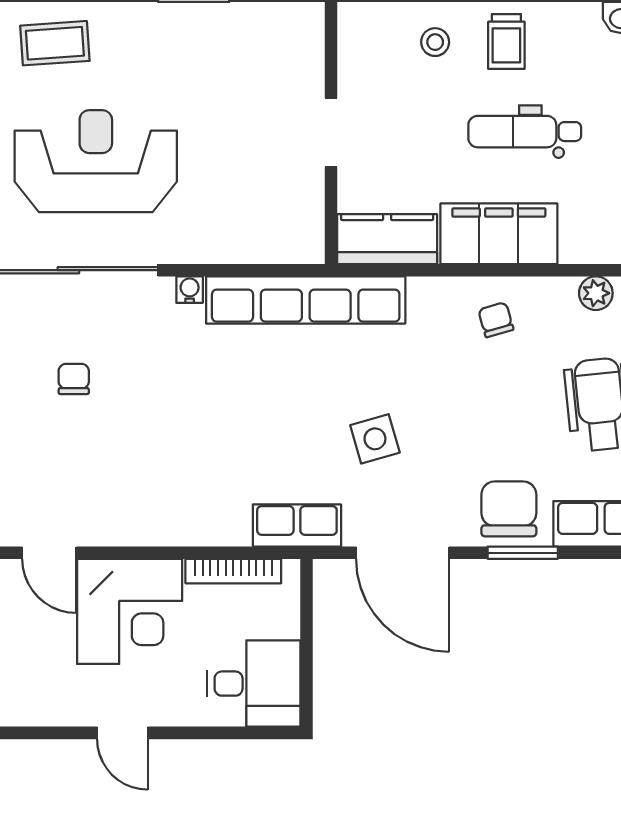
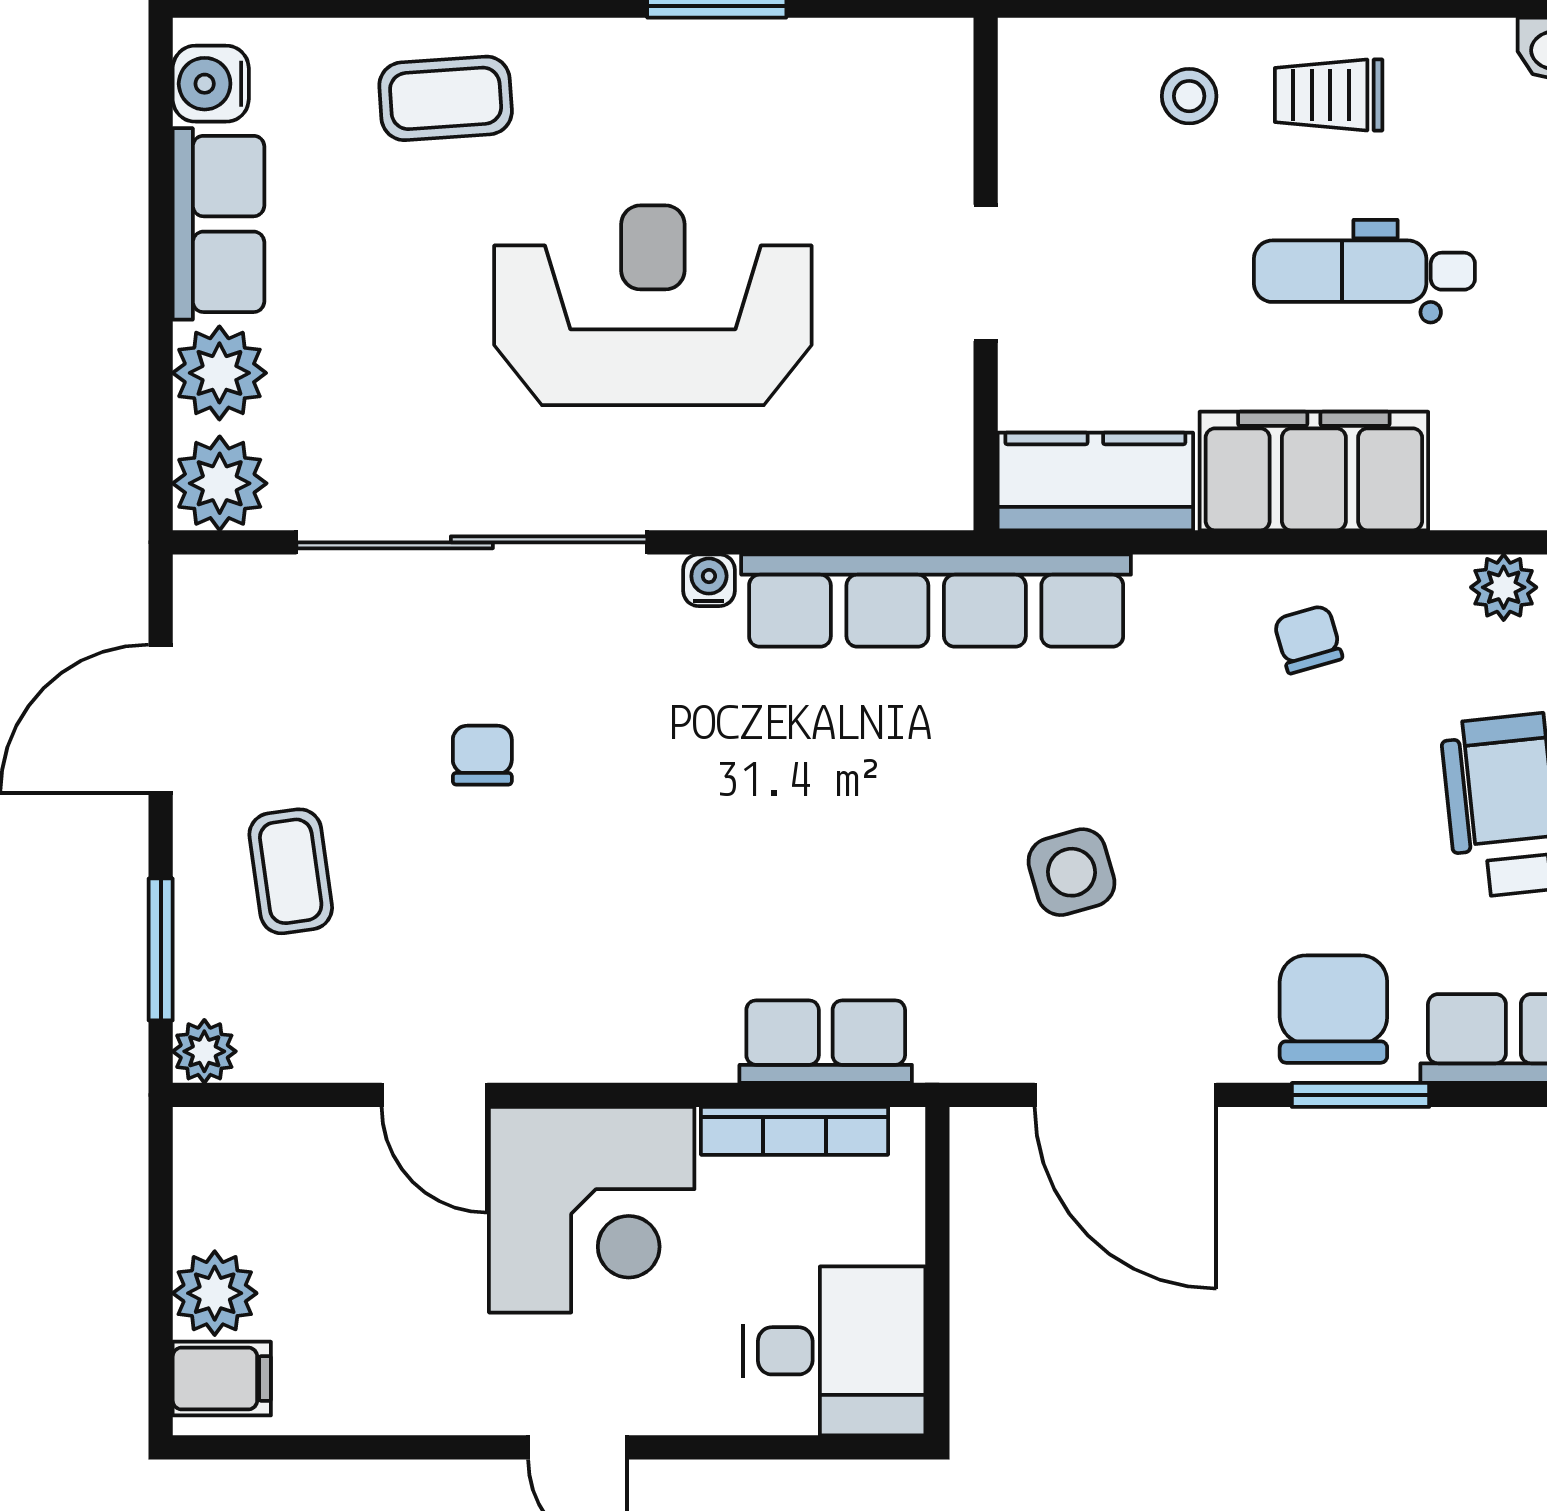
trolley: (506, 42) -> (1329, 95), turned 90
reception desk: (96, 161) -> (653, 305), moved
row of seats: (297, 525) -> (826, 1042), moved

